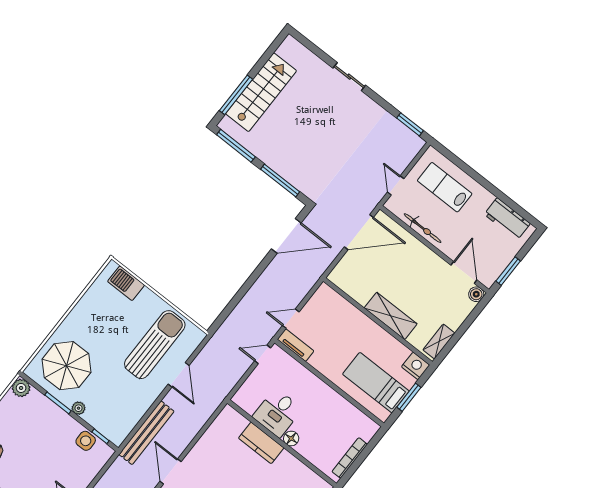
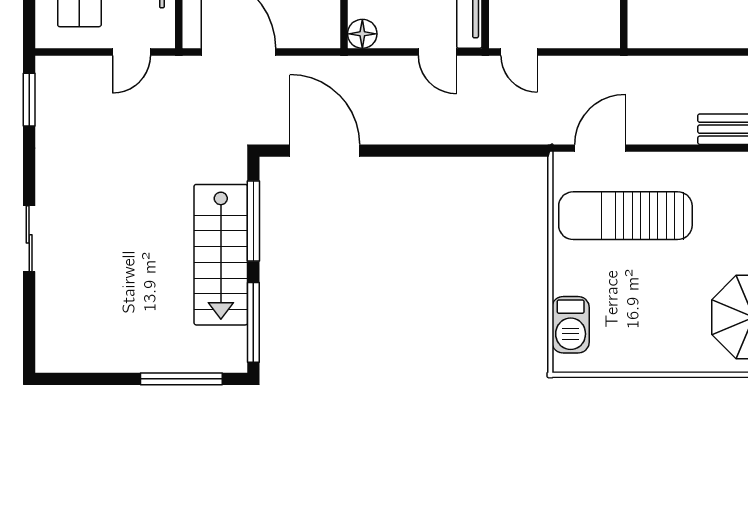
stairs: (261, 92) -> (221, 255), moved, turned -90
floor lamp: (324, 292) -> (362, 34), added
door: (179, 375) -> (600, 148), moved

